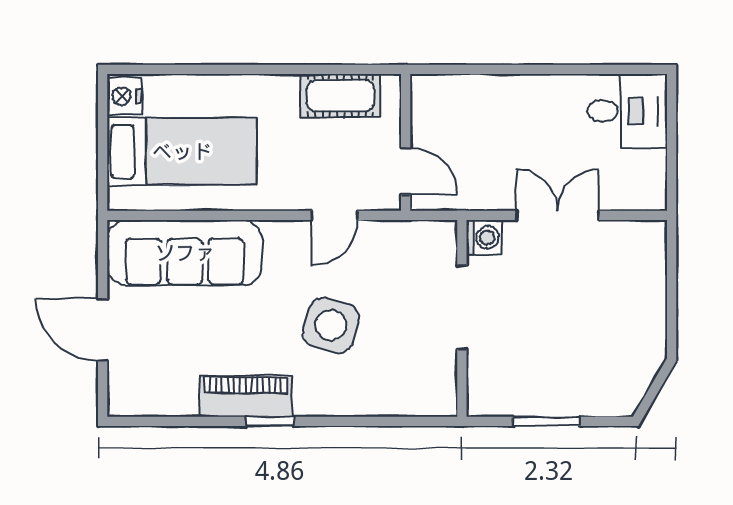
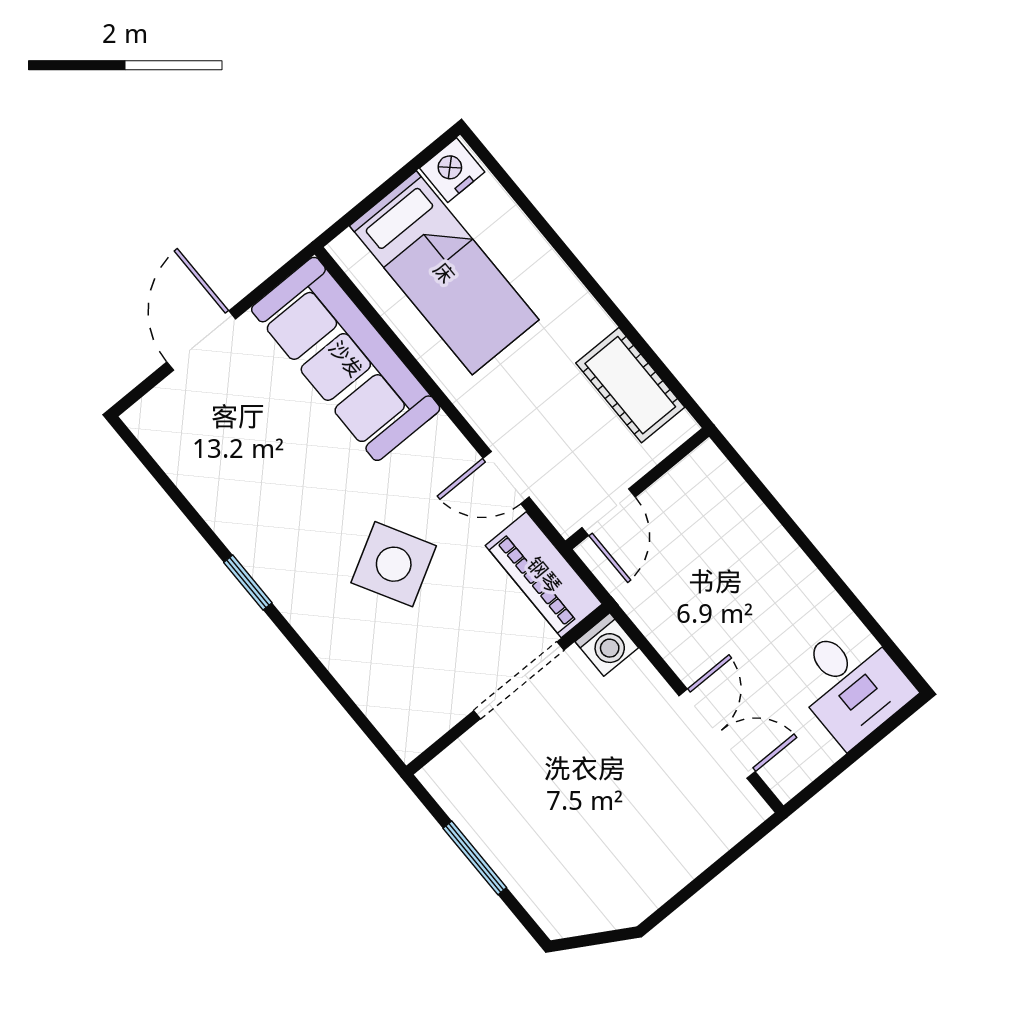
double door: (558, 215) -> (717, 734), moved
side table: (331, 325) -> (394, 564), turned 45
piano: (246, 396) -> (544, 575), moved, turned 180

